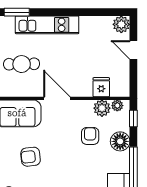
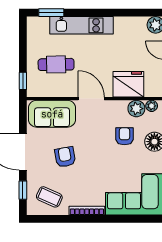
fridge: (101, 87) -> (128, 84), width x1.88, depth x1.34
armchair: (31, 157) -> (65, 157), turned 86

